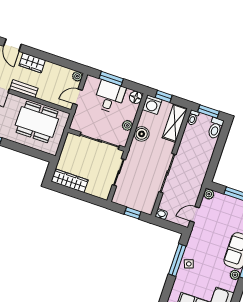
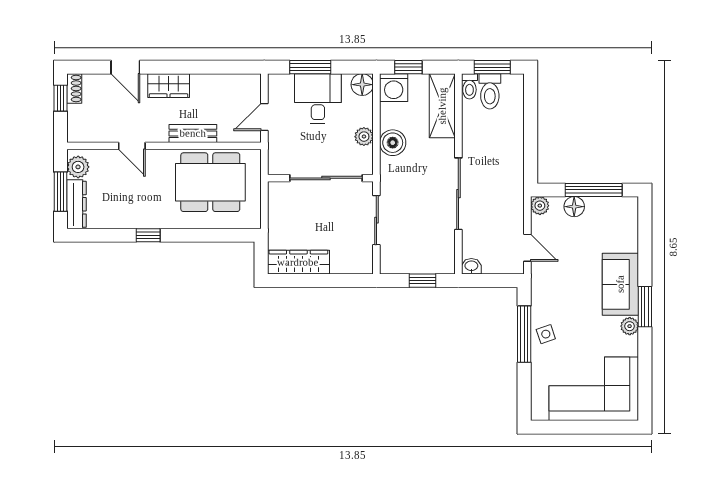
plant: (77, 76) -> (252, 82), removed
bench: (24, 89) -> (193, 133), moved
toilet: (215, 128) -> (490, 91), moved
floor lamp: (227, 201) -> (574, 207), added
door: (195, 214) -> (527, 248), swing flipped

